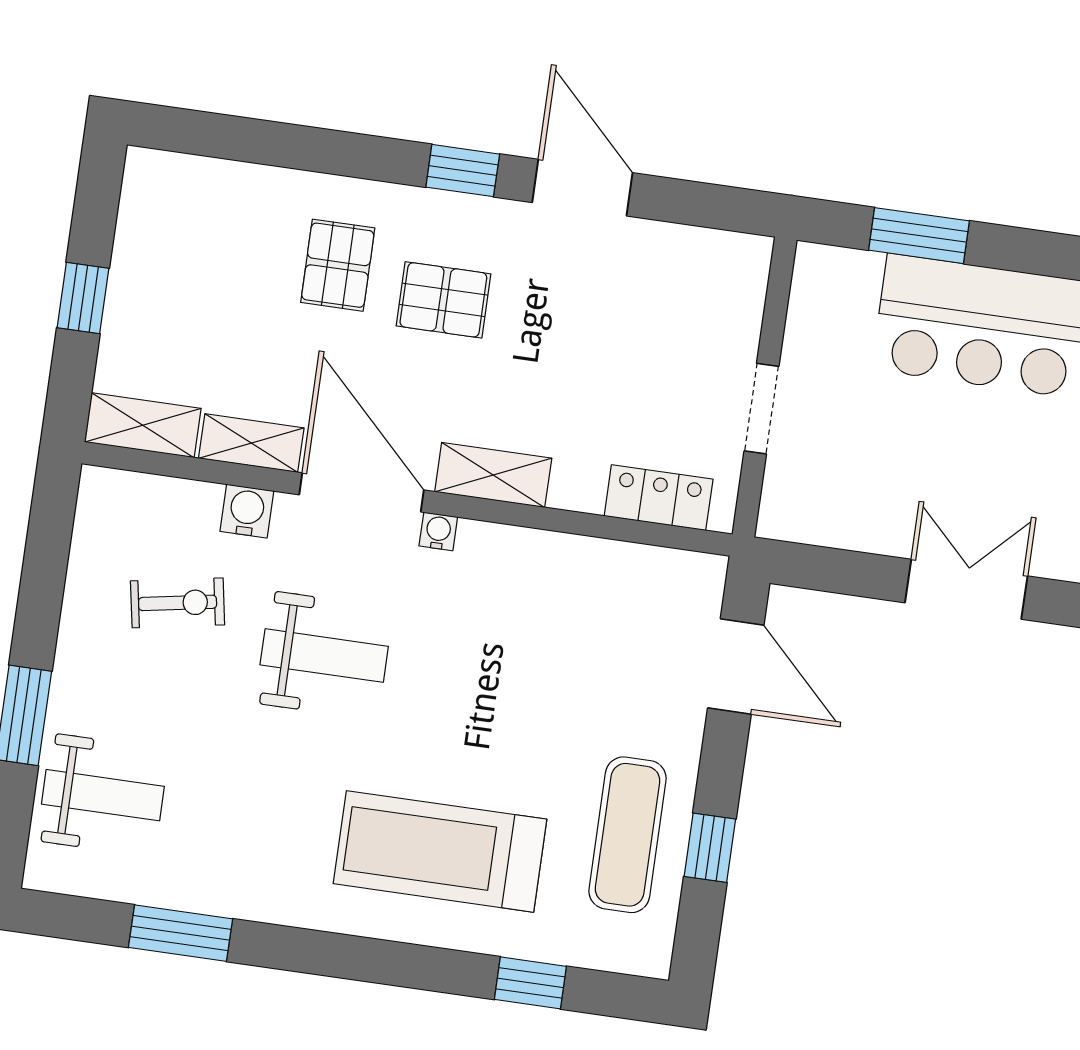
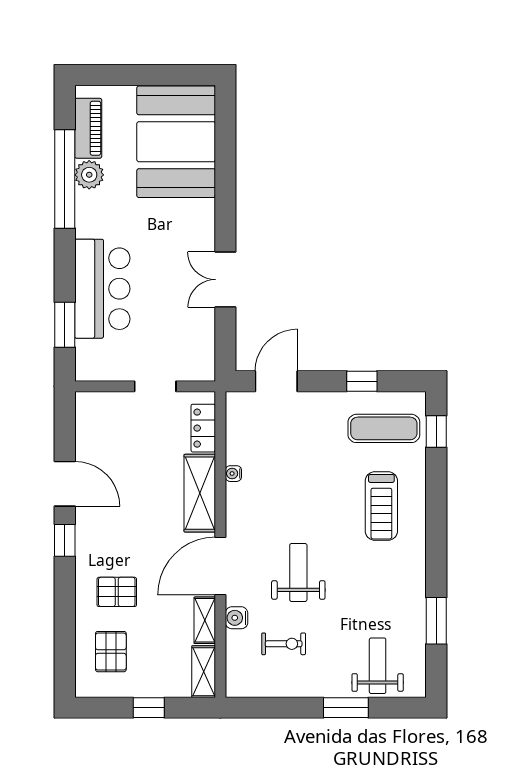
door: (582, 188) -> (65, 484), swing flipped
pallet: (443, 300) -> (111, 652), moved
shelving: (493, 475) -> (200, 493), width x1.50, depth x1.33
water cooler: (438, 531) -> (233, 474), moved
exercise bike: (178, 603) -> (284, 644), turned 100
exercise mat: (627, 835) -> (384, 428), moved
treadmill: (440, 851) -> (381, 506), width x0.73, depth x0.73
window: (530, 983) -> (436, 432), moved

